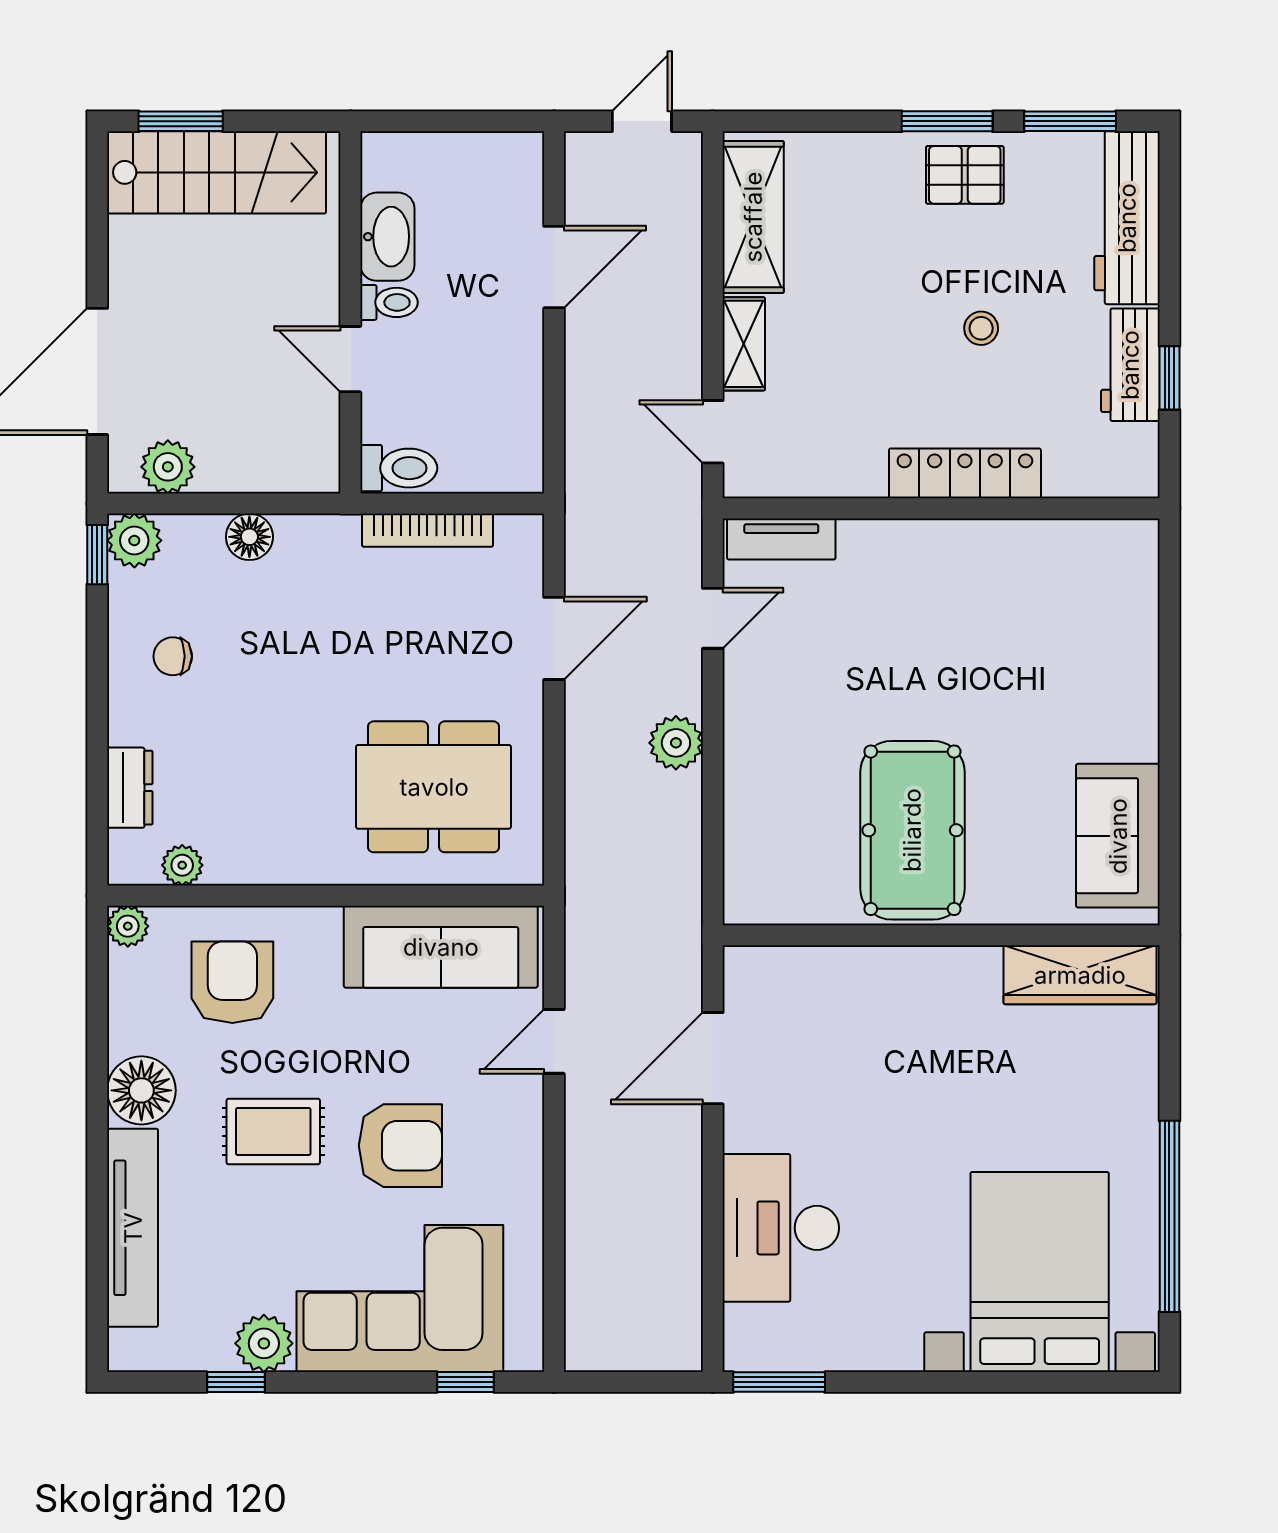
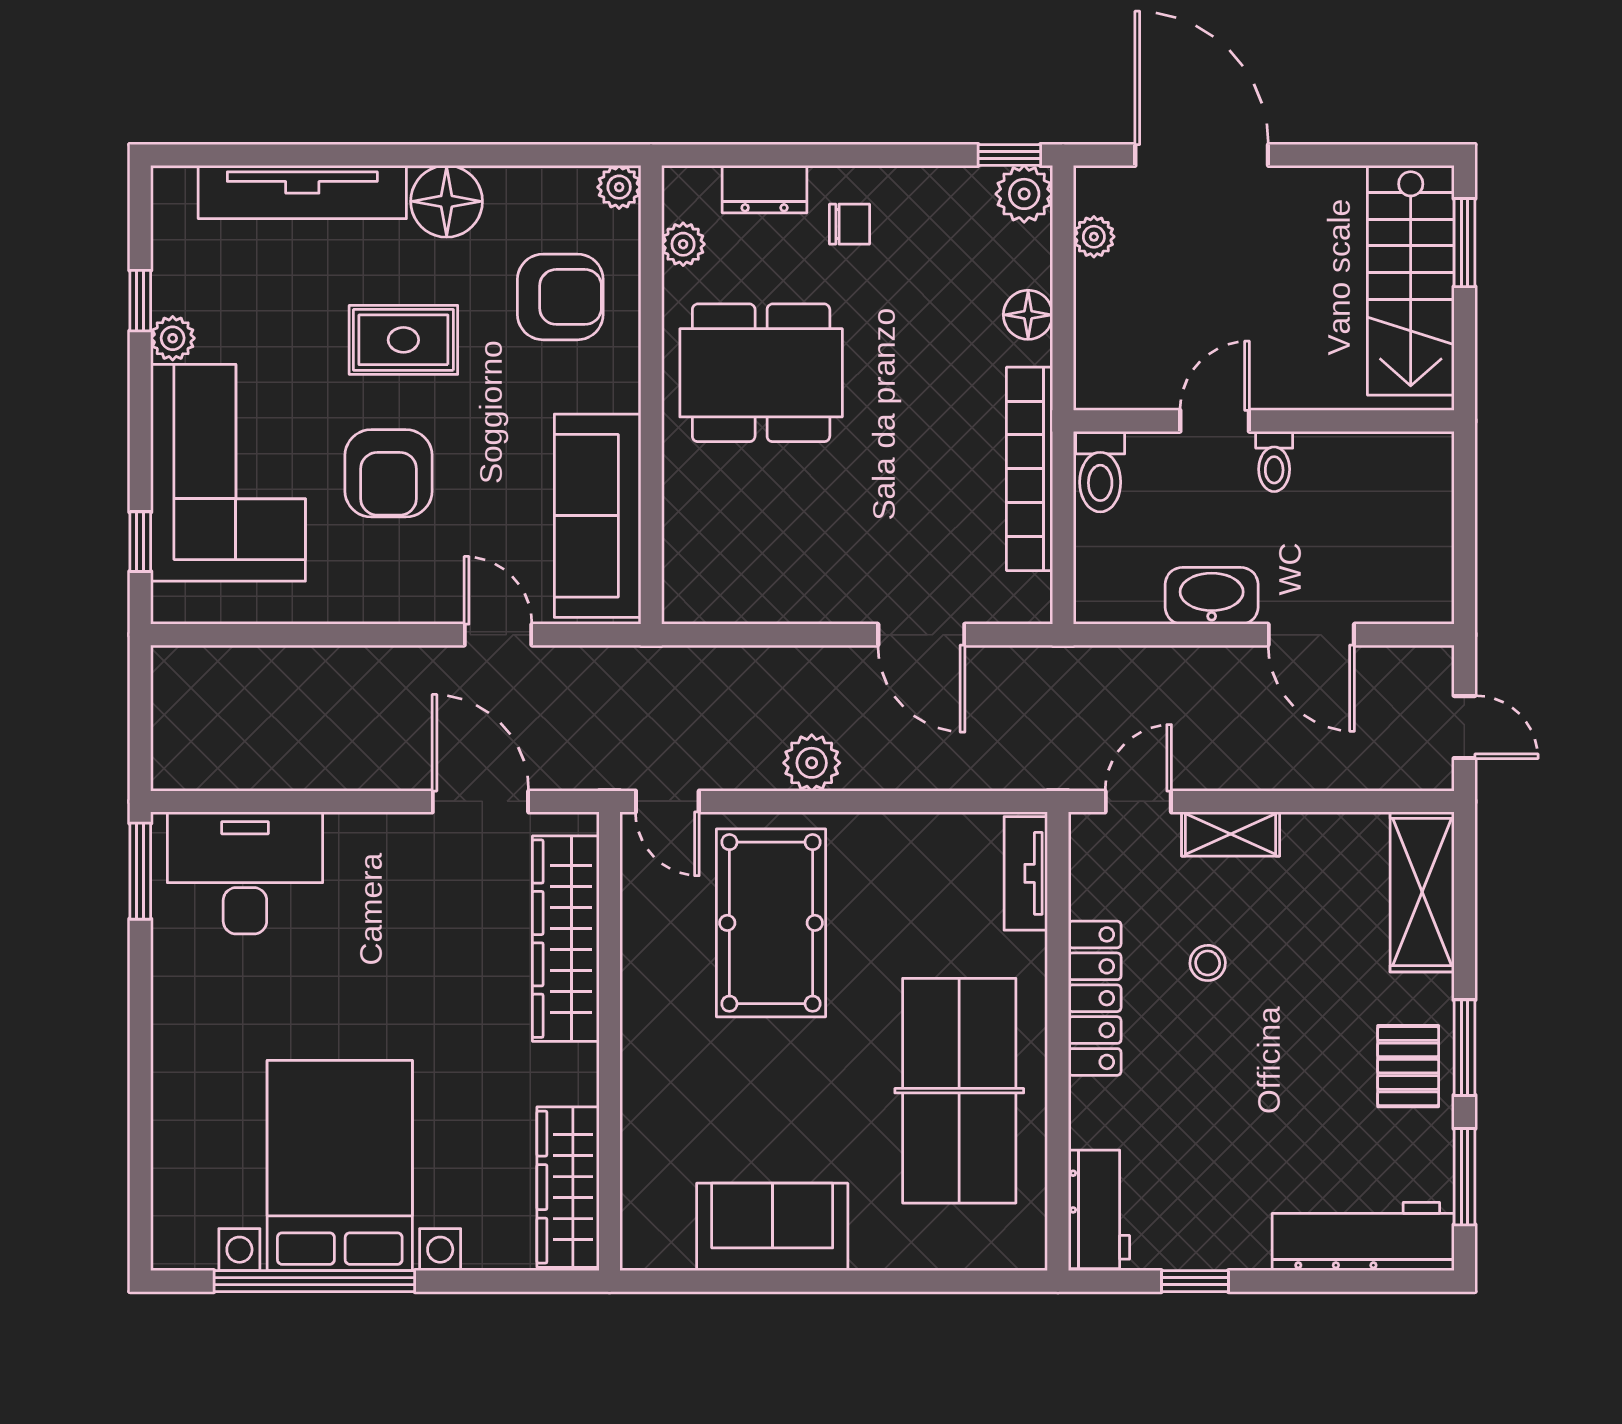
shelving: (753, 217) -> (1422, 892), moved, turned 90
washbasin: (387, 237) -> (1212, 596), moved, turned 180
stool: (981, 328) -> (1208, 963), moved
workbench: (1130, 365) -> (1099, 1209), moved, turned 90
plant: (168, 467) -> (1094, 237), width x0.73, depth x0.73
locker: (965, 473) -> (1095, 998), moved
bookcase: (427, 530) -> (1030, 469), width x1.48, depth x1.31
table tennis table: (988, 602) -> (959, 1091), added
door: (713, 618) -> (667, 801), moved
chair: (173, 656) -> (850, 224), moved, turned 90
dining table: (434, 787) -> (761, 373), moved, turned 90
pool table: (912, 830) -> (771, 923), moved, turned 90
sofa: (1118, 836) -> (772, 1227), moved
wardrobe: (843, 977) -> (566, 939), added
rug: (273, 1131) -> (403, 340), turned 90
desk: (781, 1228) -> (245, 873), moved
bed with nightstands: (1040, 1272) -> (340, 1166), moved, turned -90
plant: (264, 1343) -> (173, 338), width x0.73, depth x0.73

